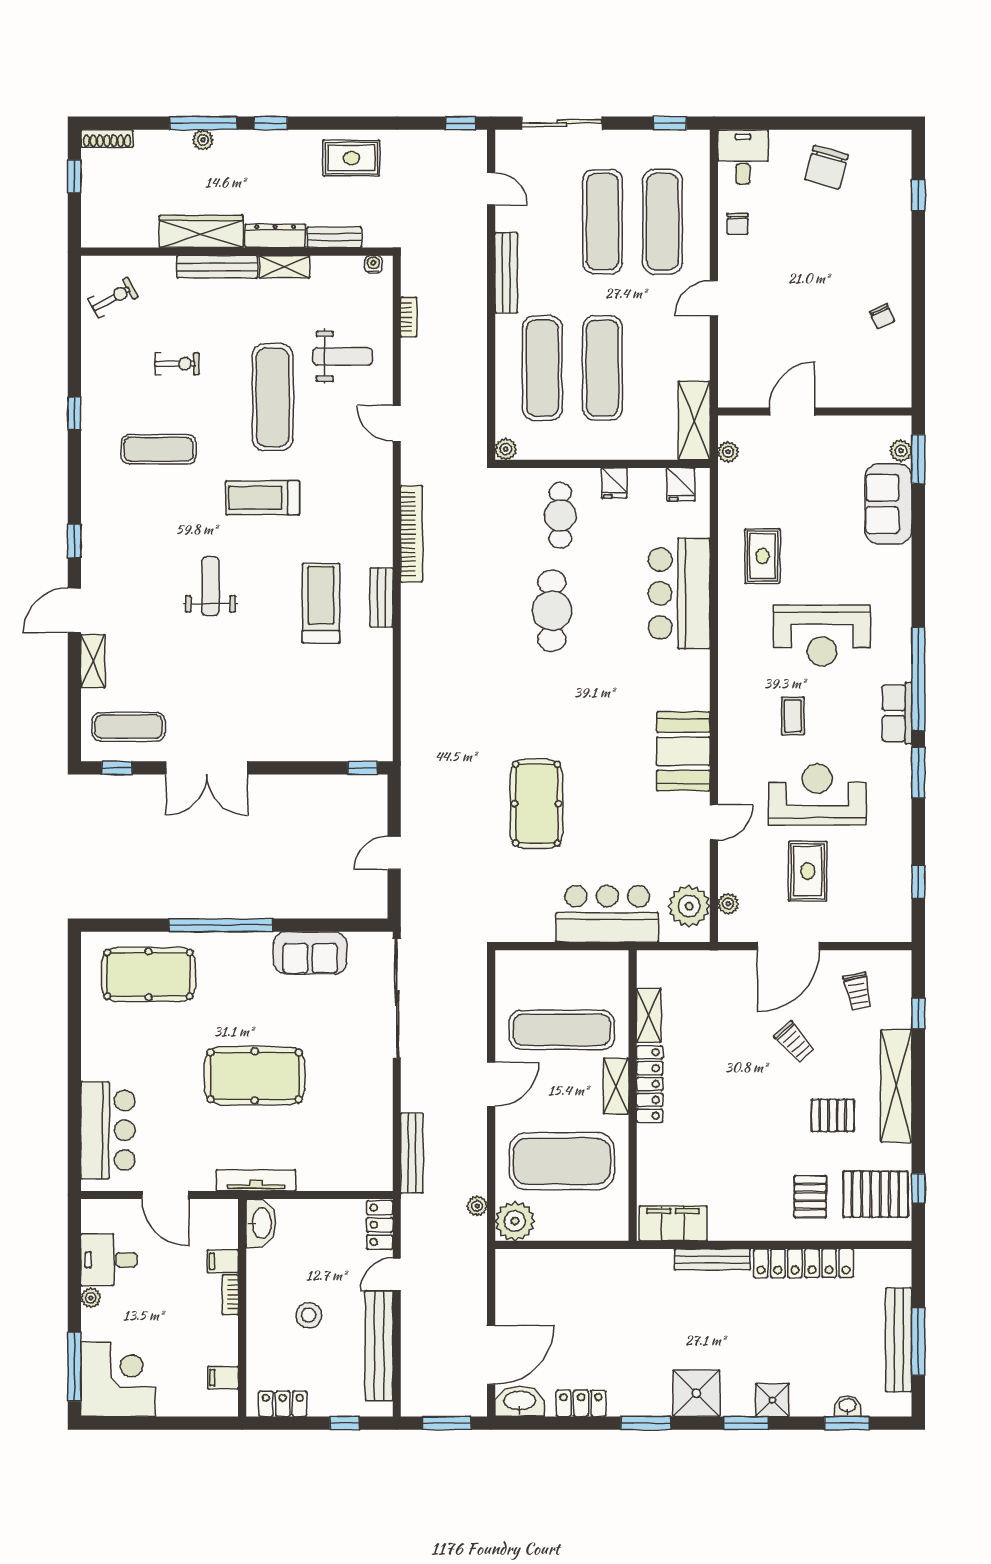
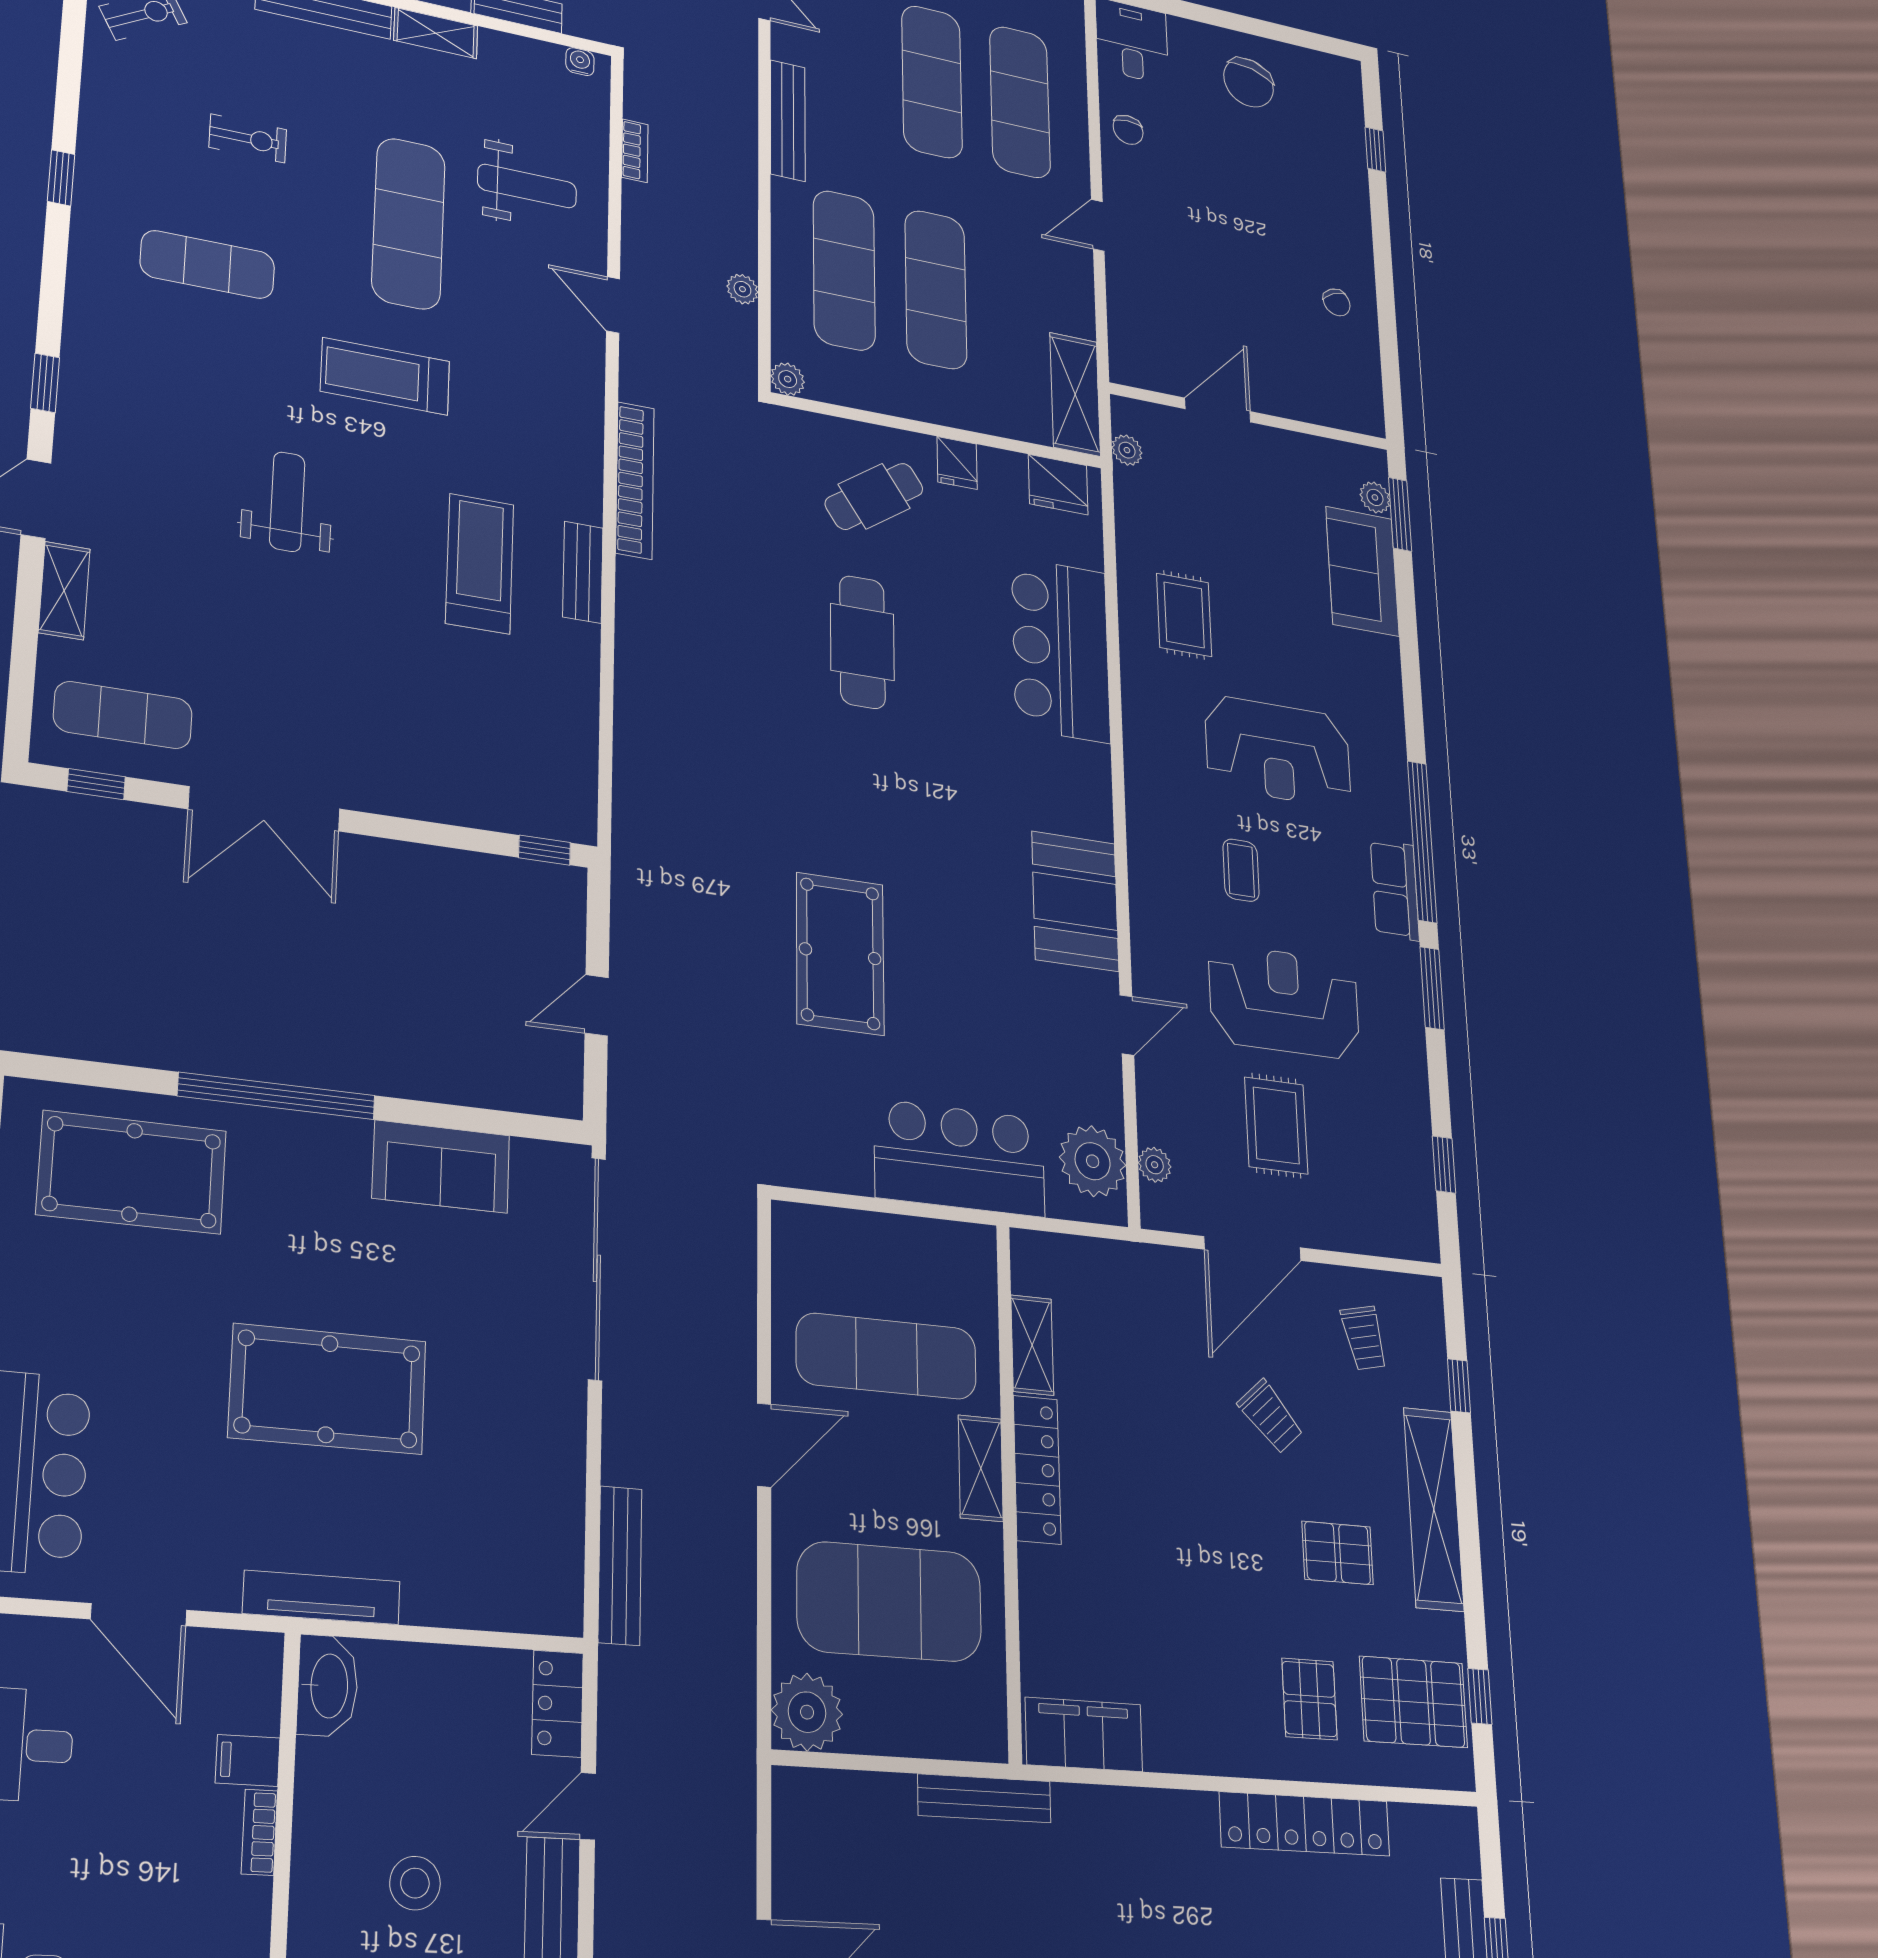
fridge: (681, 484) -> (1058, 485), width x1.38
cafe table: (560, 515) -> (874, 496), turned 56
plant: (477, 1206) -> (742, 289), moved
bench: (712, 1259) -> (984, 1798), moved

